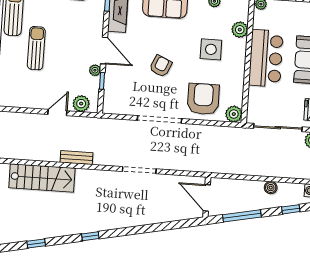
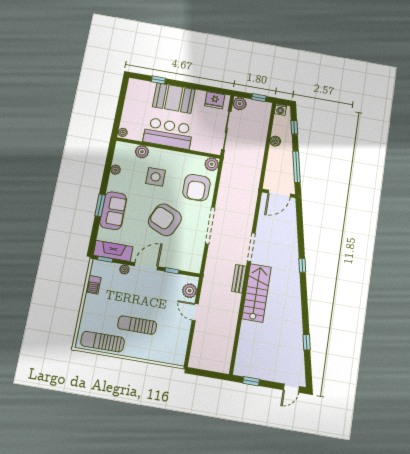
armchair: (161, 66) -> (165, 220), width x1.88, depth x1.88
plant: (95, 70) -> (124, 269), moved
armchair: (203, 99) -> (197, 188), turned -90
bench: (77, 158) -> (239, 279), moved
stairs: (42, 178) -> (256, 293), moved
window: (90, 236) -> (302, 265), moved

